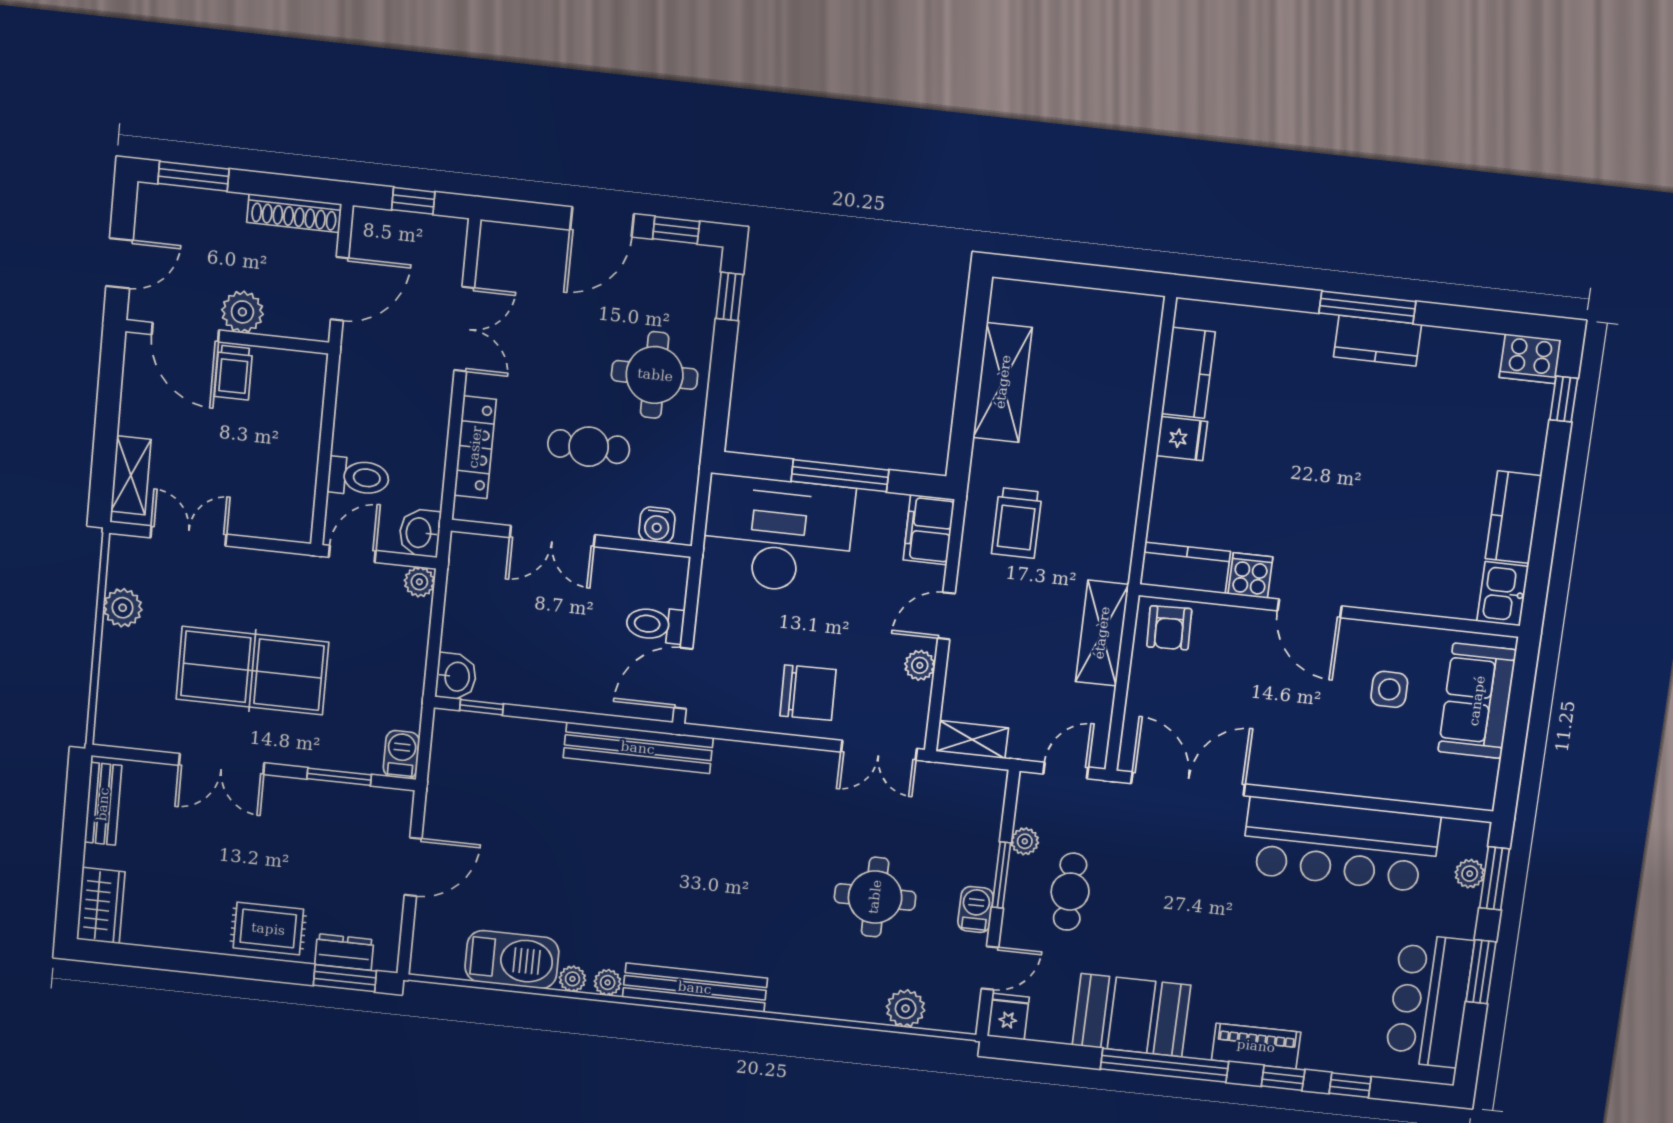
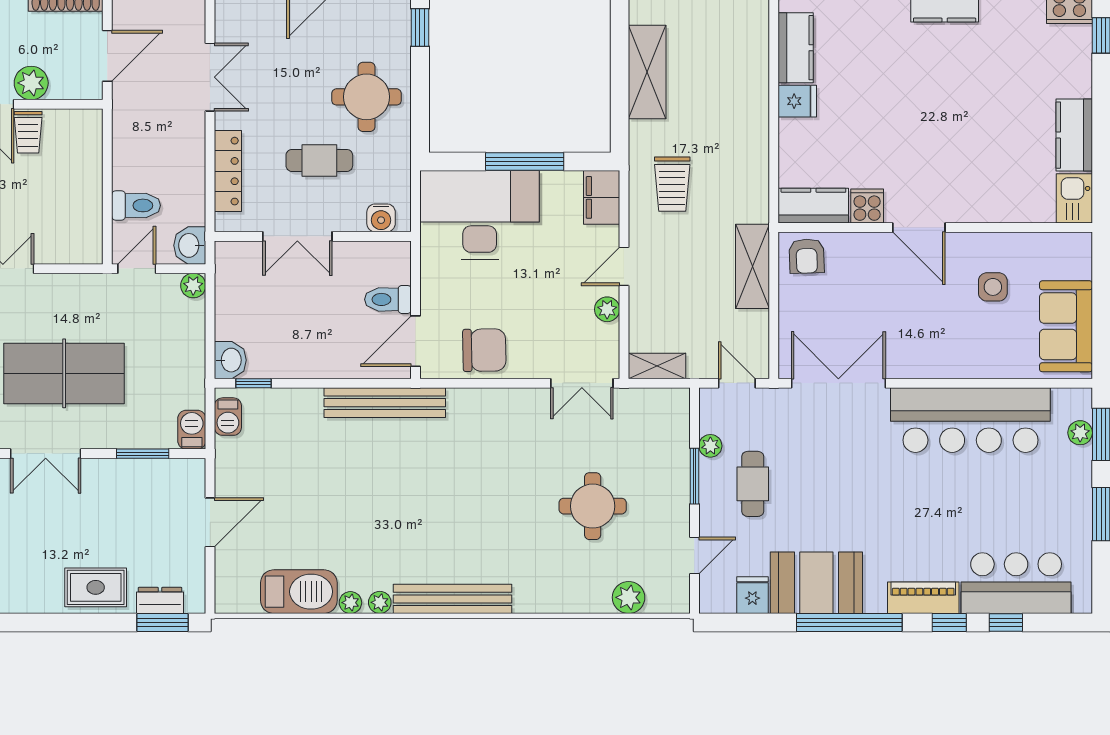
chair: (808, 693) -> (484, 350), moved
sofa: (1477, 701) -> (1066, 326), moved
door: (1066, 771) -> (737, 383), hinge flipped
barbecue: (976, 909) -> (228, 417), moved, turned 180
bar counter: (1429, 1001) -> (1016, 583), moved, turned 90
fridge: (1008, 1017) -> (752, 595), moved

